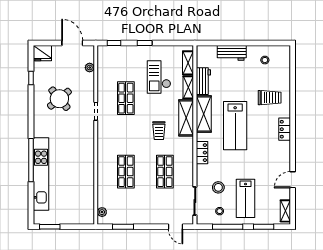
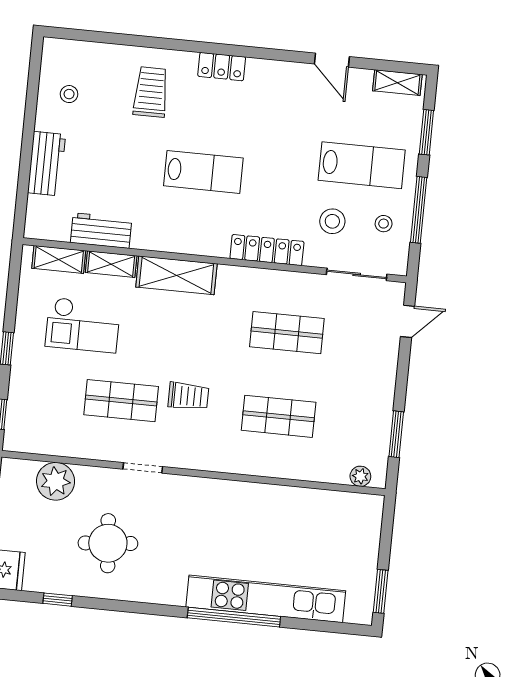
plant: (90, 68) -> (56, 481), width x1.88, depth x1.88
round table: (59, 99) -> (108, 543), turned 35
shelving: (204, 114) -> (172, 237), removed
lab bench: (235, 126) -> (203, 172), width x0.73, depth x0.72
trolley: (159, 131) -> (188, 396), moved
locker: (202, 153) -> (267, 250), width x1.53

